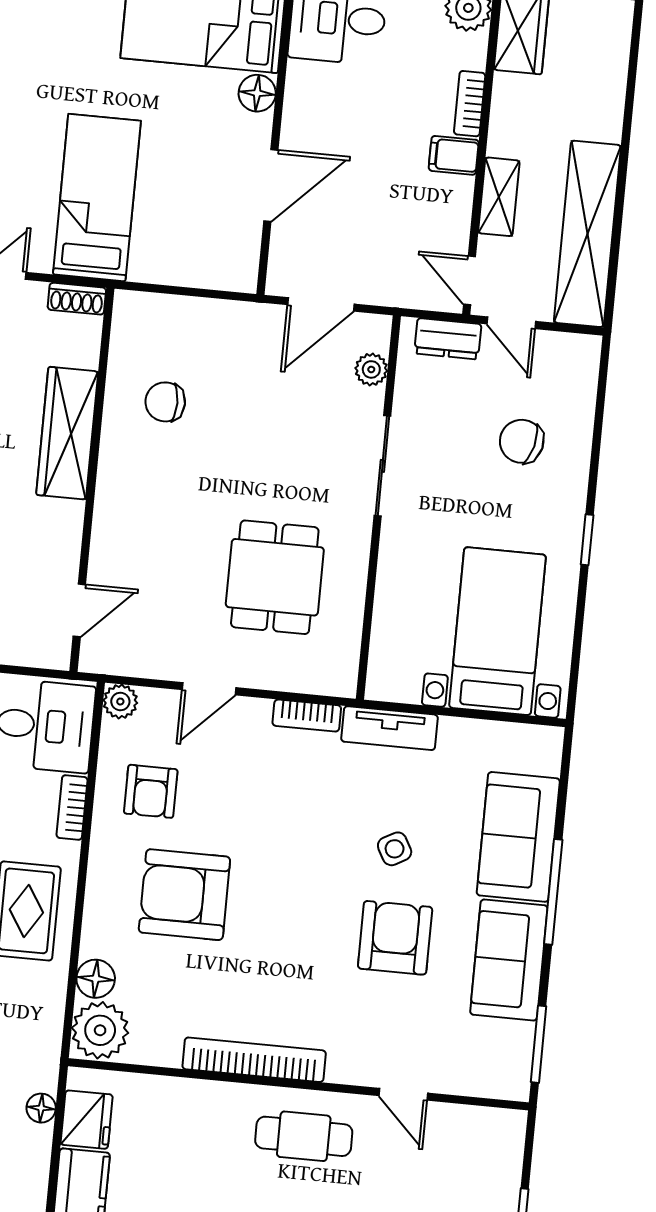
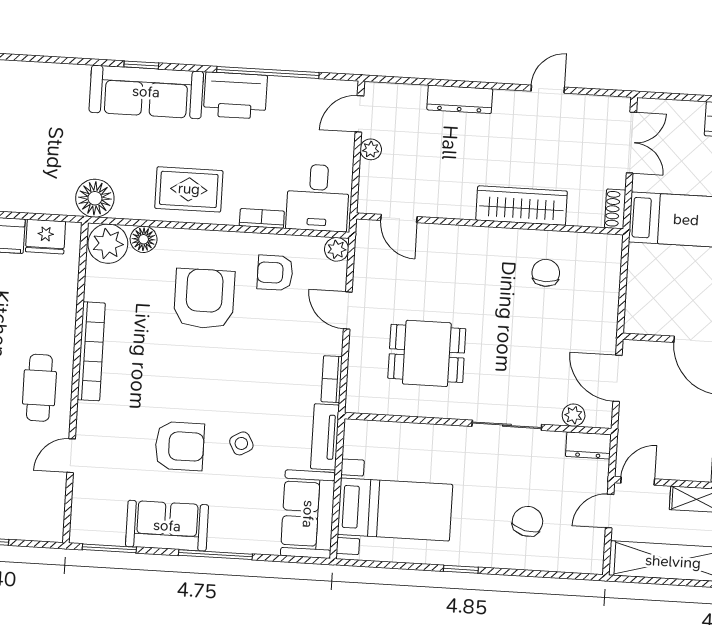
dresser: (448, 339) -> (588, 445), moved, turned -90
sofa: (518, 837) -> (308, 514), moved, turned -90
floor lamp: (41, 1108) -> (95, 198), moved, width x1.89, depth x1.89

